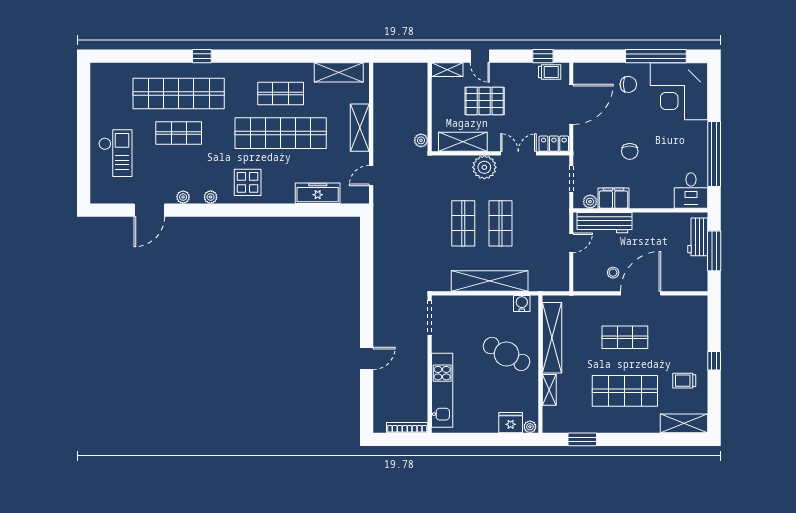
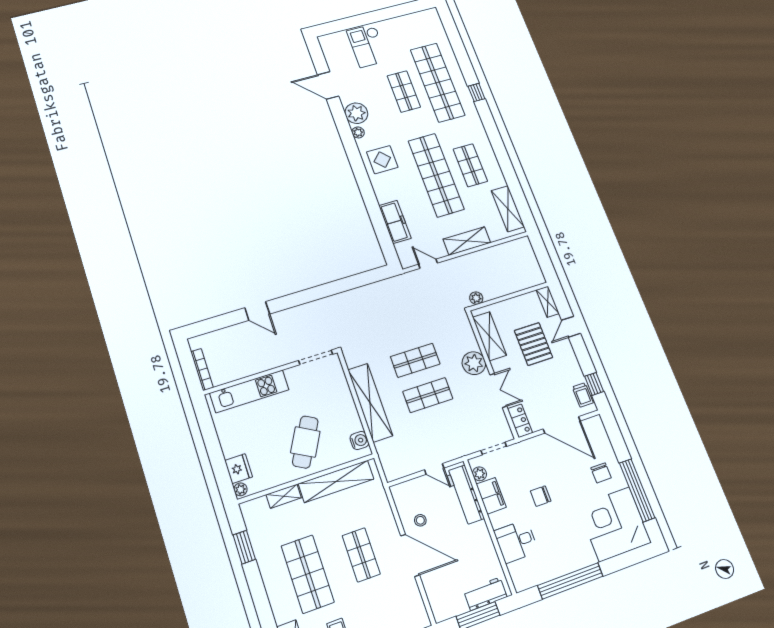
checkout: (115, 153) -> (367, 46), turned 90
desk: (691, 191) -> (516, 541), moved
plant: (183, 197) -> (356, 113), width x1.87, depth x1.87

